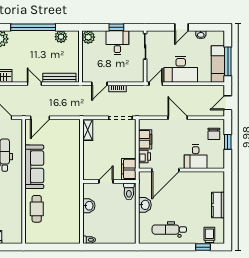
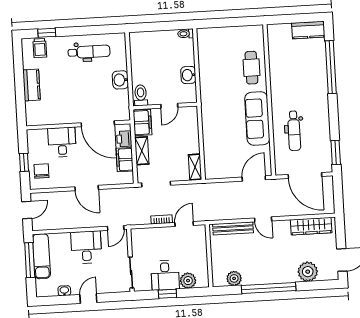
plant: (88, 37) -> (188, 281), moved
desk: (181, 69) -> (86, 247), width x0.73
shelving: (131, 146) -> (142, 151), added
door: (165, 170) -> (98, 124), swing flipped

